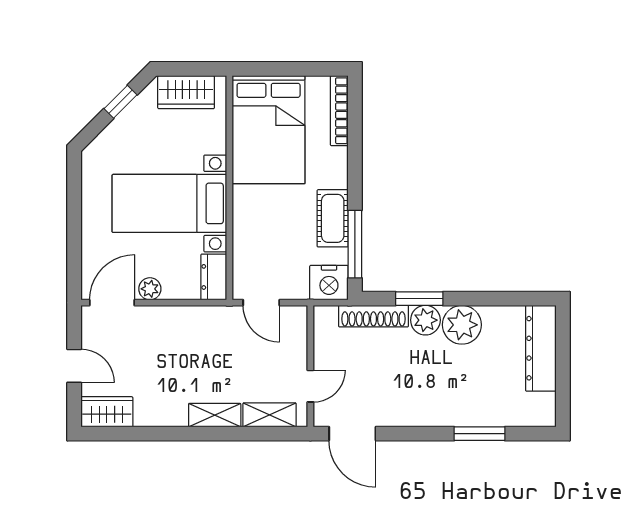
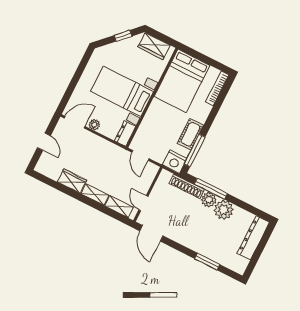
window: (419, 299) -> (211, 189), width x1.44
door: (310, 386) -> (143, 203), swing flipped
wardrobe: (107, 412) -> (72, 181), moved

